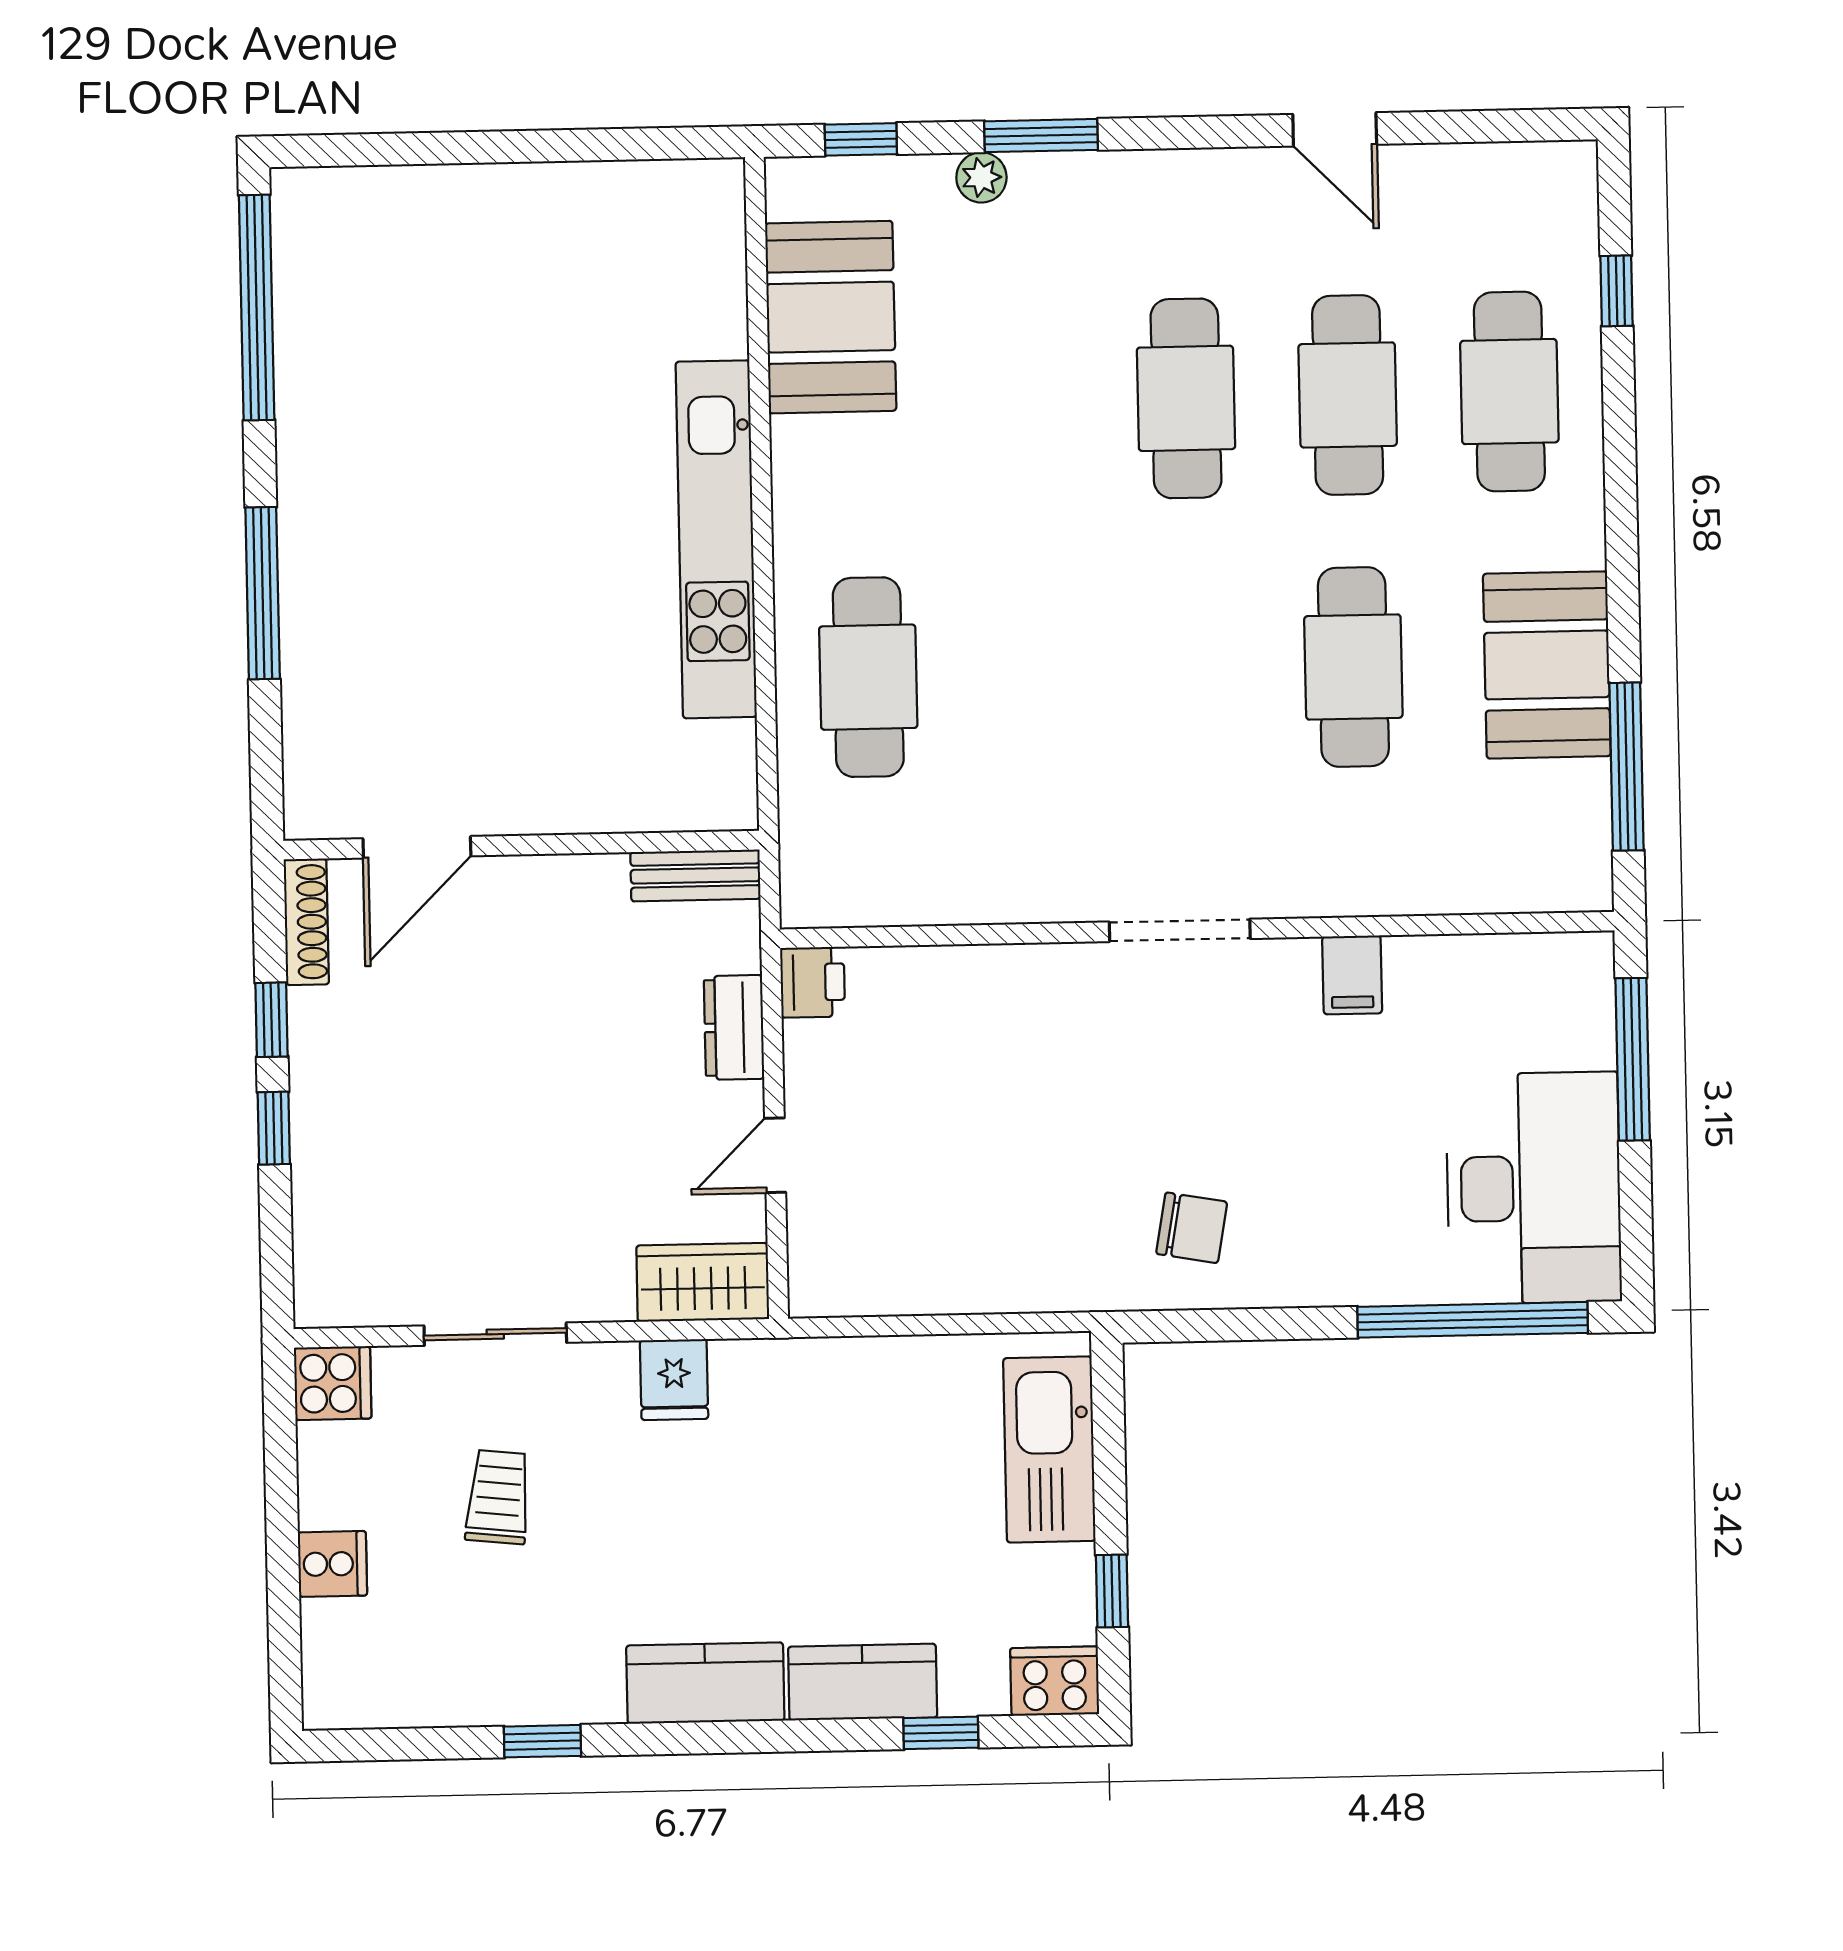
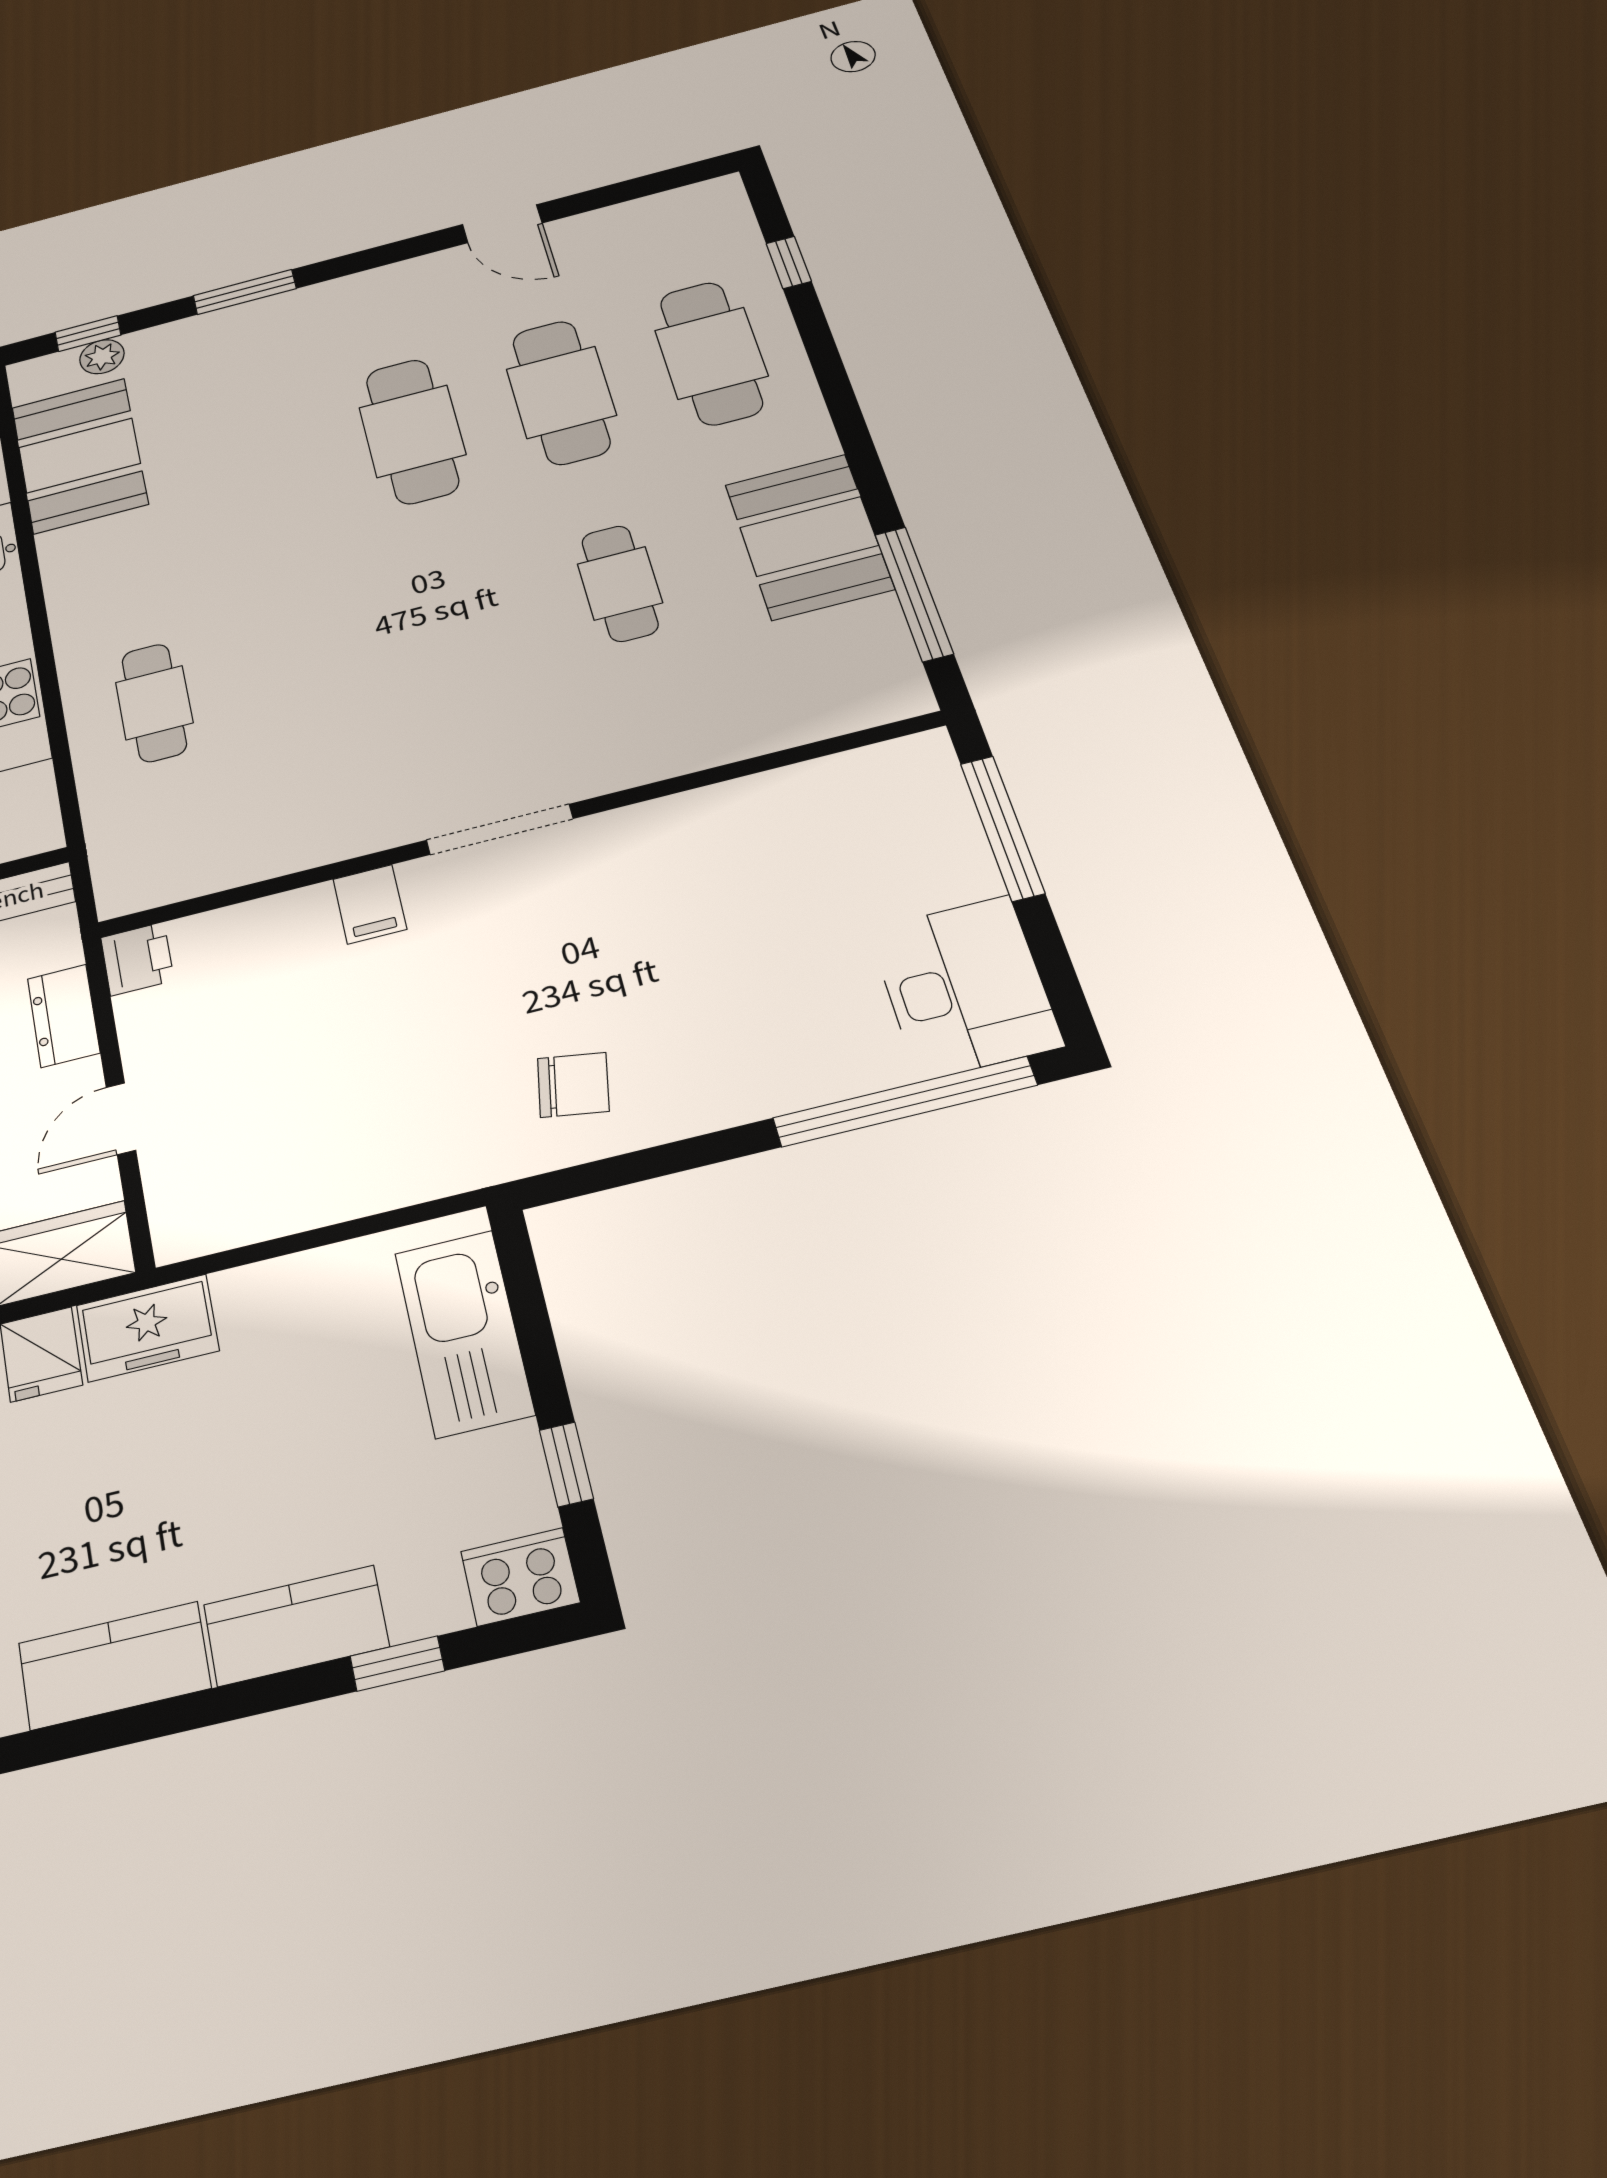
plant: (981, 177) -> (102, 357), moved
cafe table: (1353, 667) -> (620, 583), width x0.73, depth x0.74
cafe table: (868, 677) -> (154, 703), width x0.73, depth x0.74
filing cabinet: (1352, 975) -> (370, 904), moved
desk: (1534, 1188) -> (965, 987), width x0.73, depth x0.77
freezer: (773, 1377) -> (147, 1328), added

